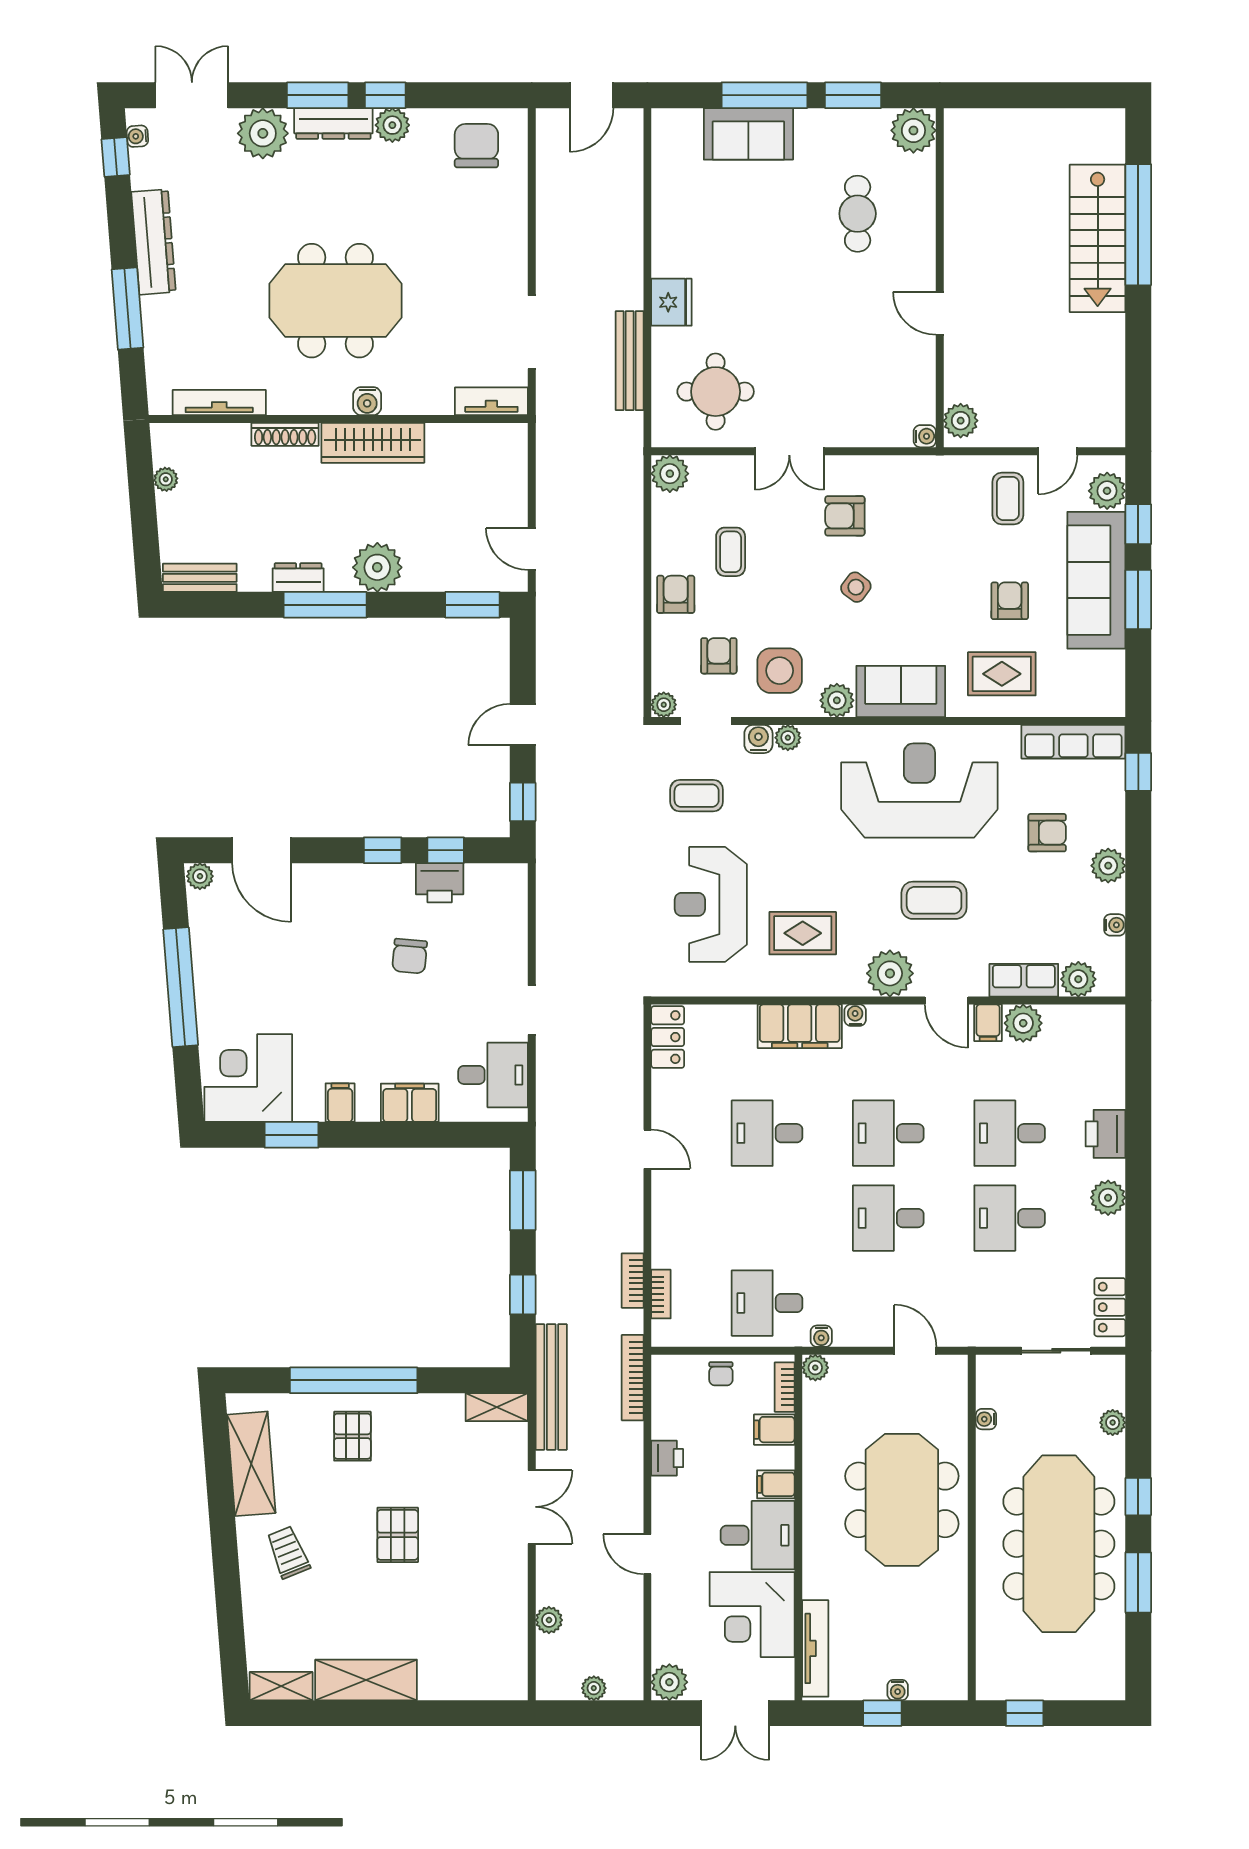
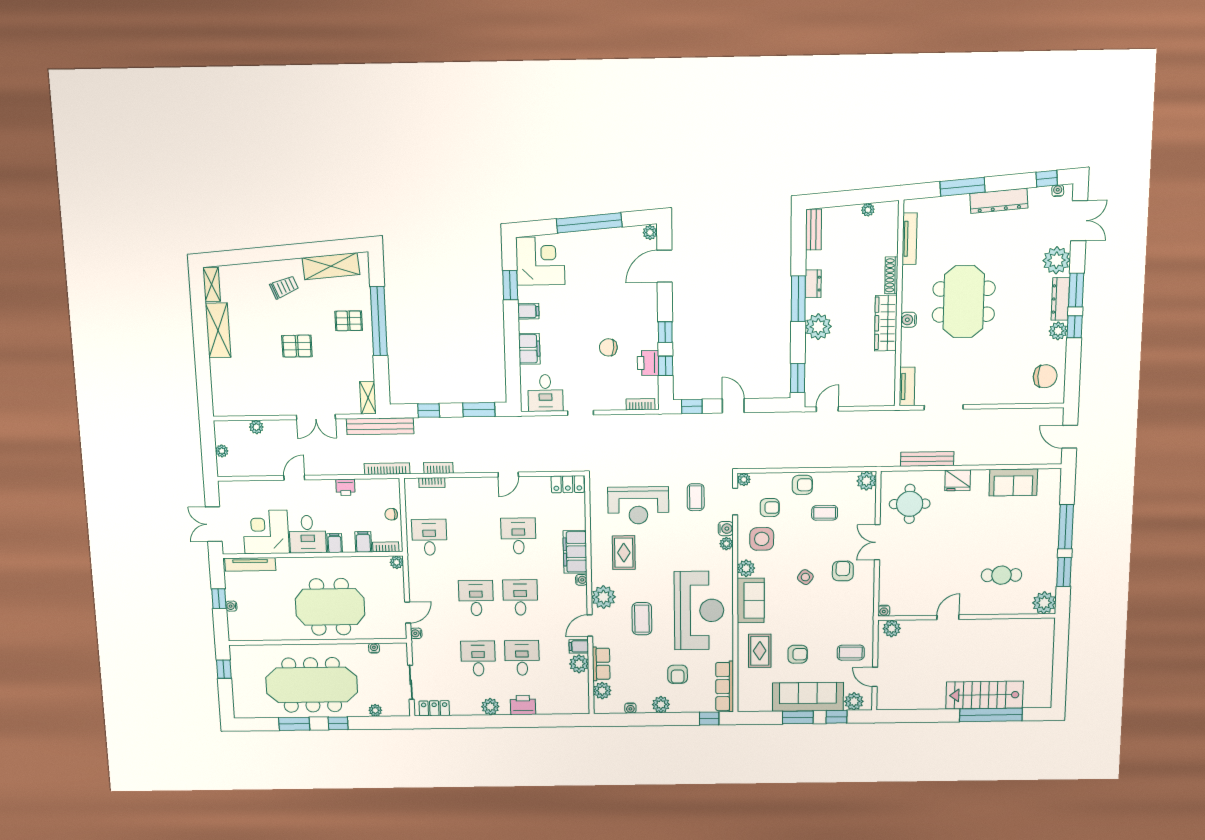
sofa: (748, 134) -> (1013, 482), moved, turned -90
bookcase: (517, 898) -> (640, 404), added
reception desk: (711, 904) -> (638, 505), turned 180
water cooler: (821, 1336) -> (416, 633), moved
plant: (669, 1682) -> (228, 490), removed

